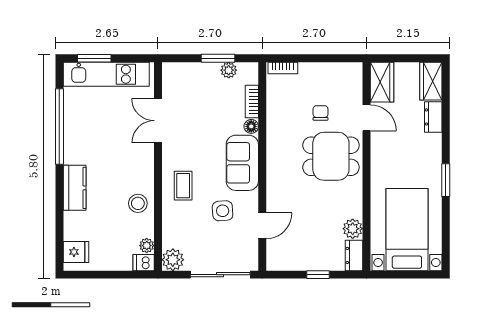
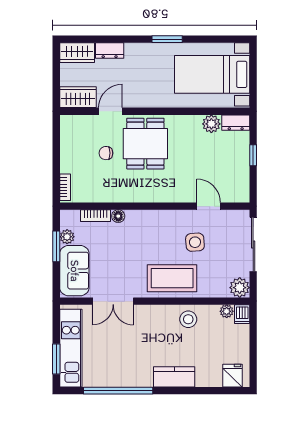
sofa: (242, 163) -> (74, 271), moved, turned -90
coffee table: (183, 186) -> (172, 278), width x1.86, depth x1.72

